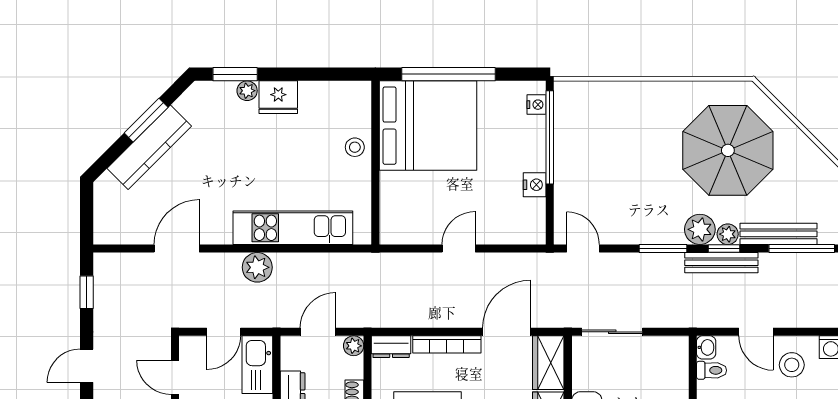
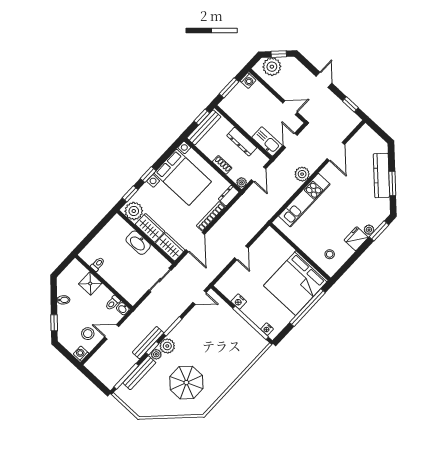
stool: (355, 147) -> (330, 254), moved
parasol: (728, 150) -> (186, 383), width x0.73, depth x0.73

